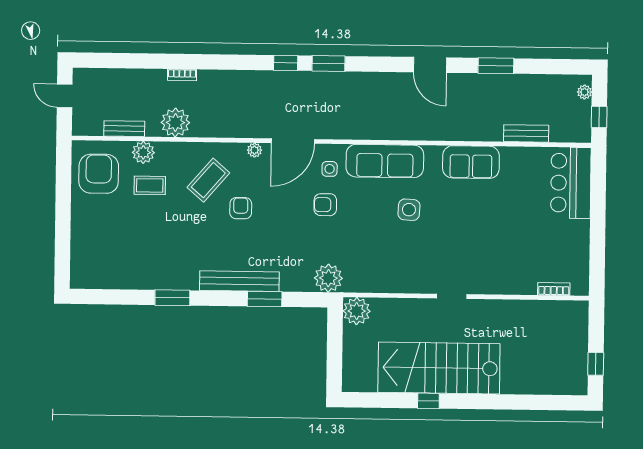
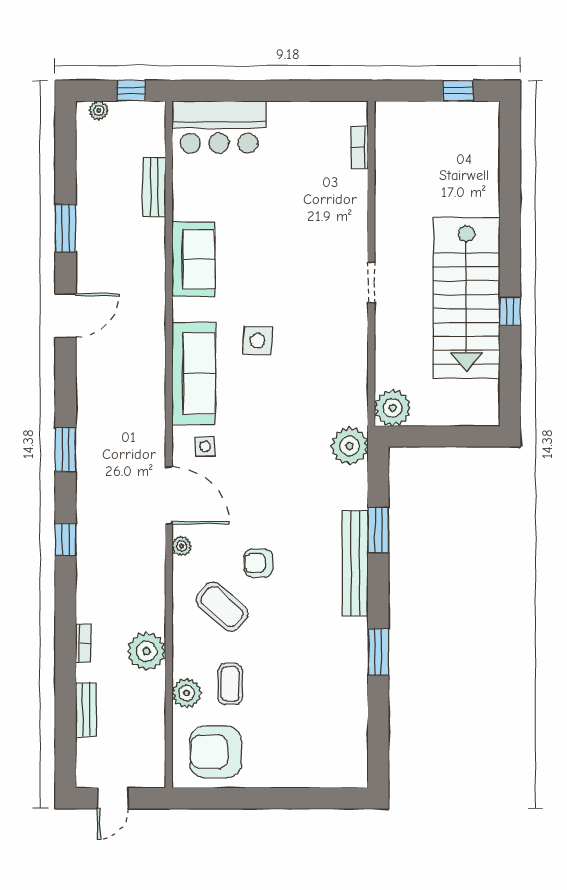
window: (286, 63) -> (66, 539), moved
bench: (124, 129) -> (86, 710), moved
armchair: (325, 205) -> (252, 451), removed

